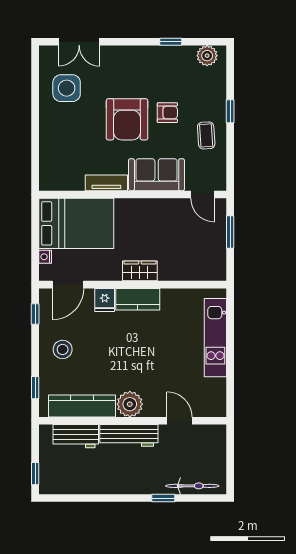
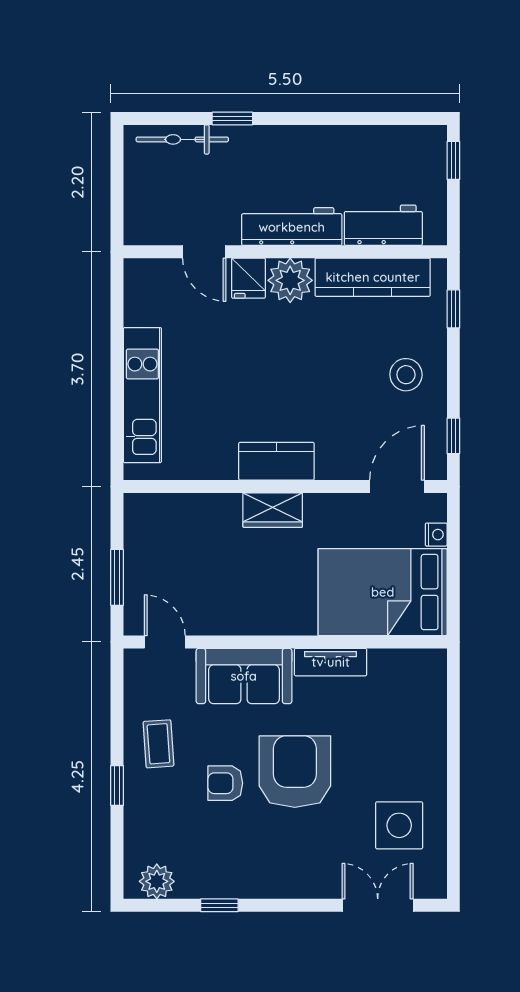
fridge: (105, 300) -> (249, 278), moved, turned 180

